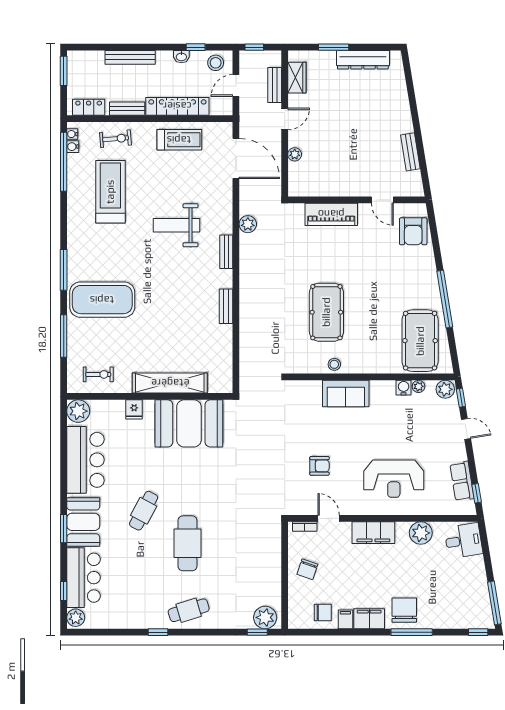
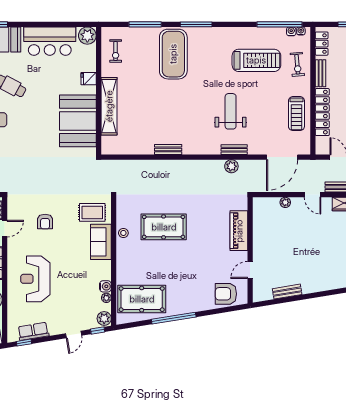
bench: (226, 252) -> (234, 150), moved
rug: (308, 405) -> (92, 212), added

